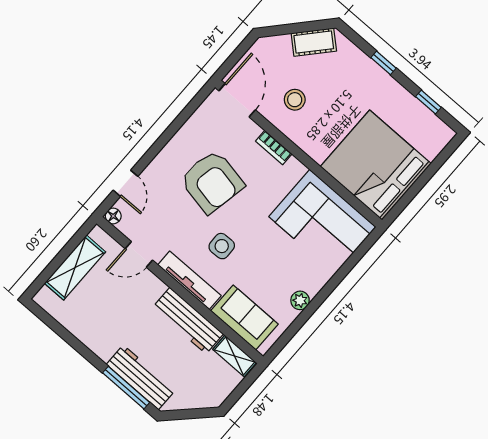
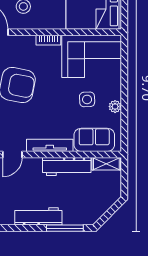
bookcase: (274, 147) -> (48, 40), moved
side table: (222, 246) -> (87, 99), moved
workbench: (141, 377) -> (38, 216), moved

